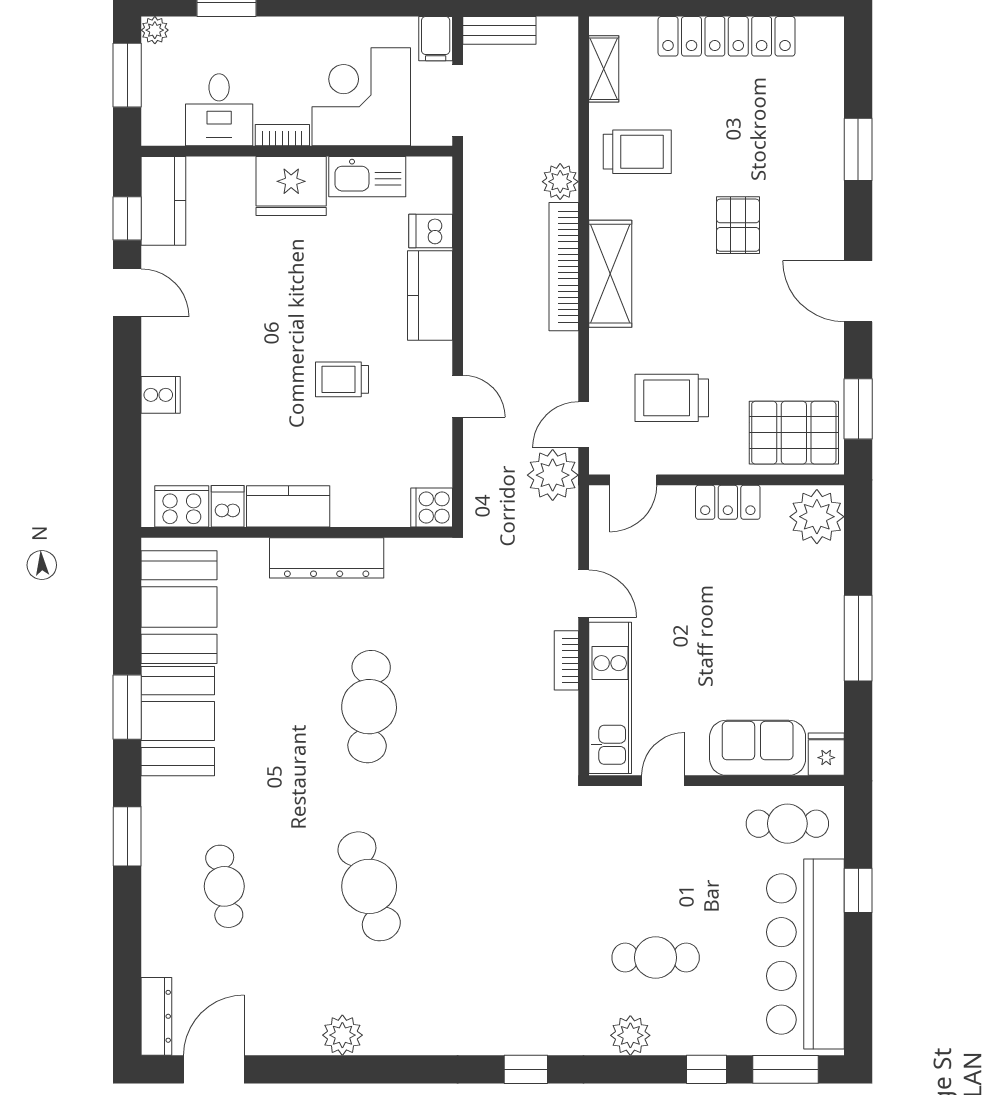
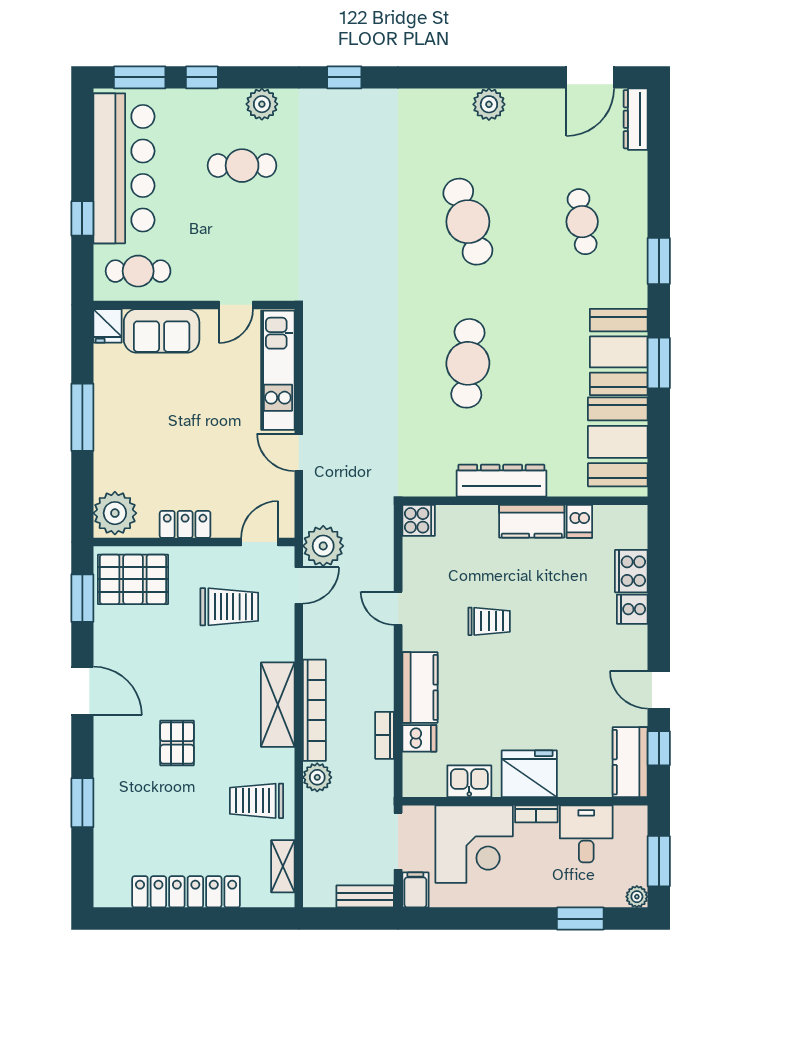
kitchen sink: (367, 177) -> (469, 781), width x0.73
cooker: (182, 506) -> (631, 571), moved, turned 90
bookcase: (566, 660) -> (385, 735), moved, turned 180

